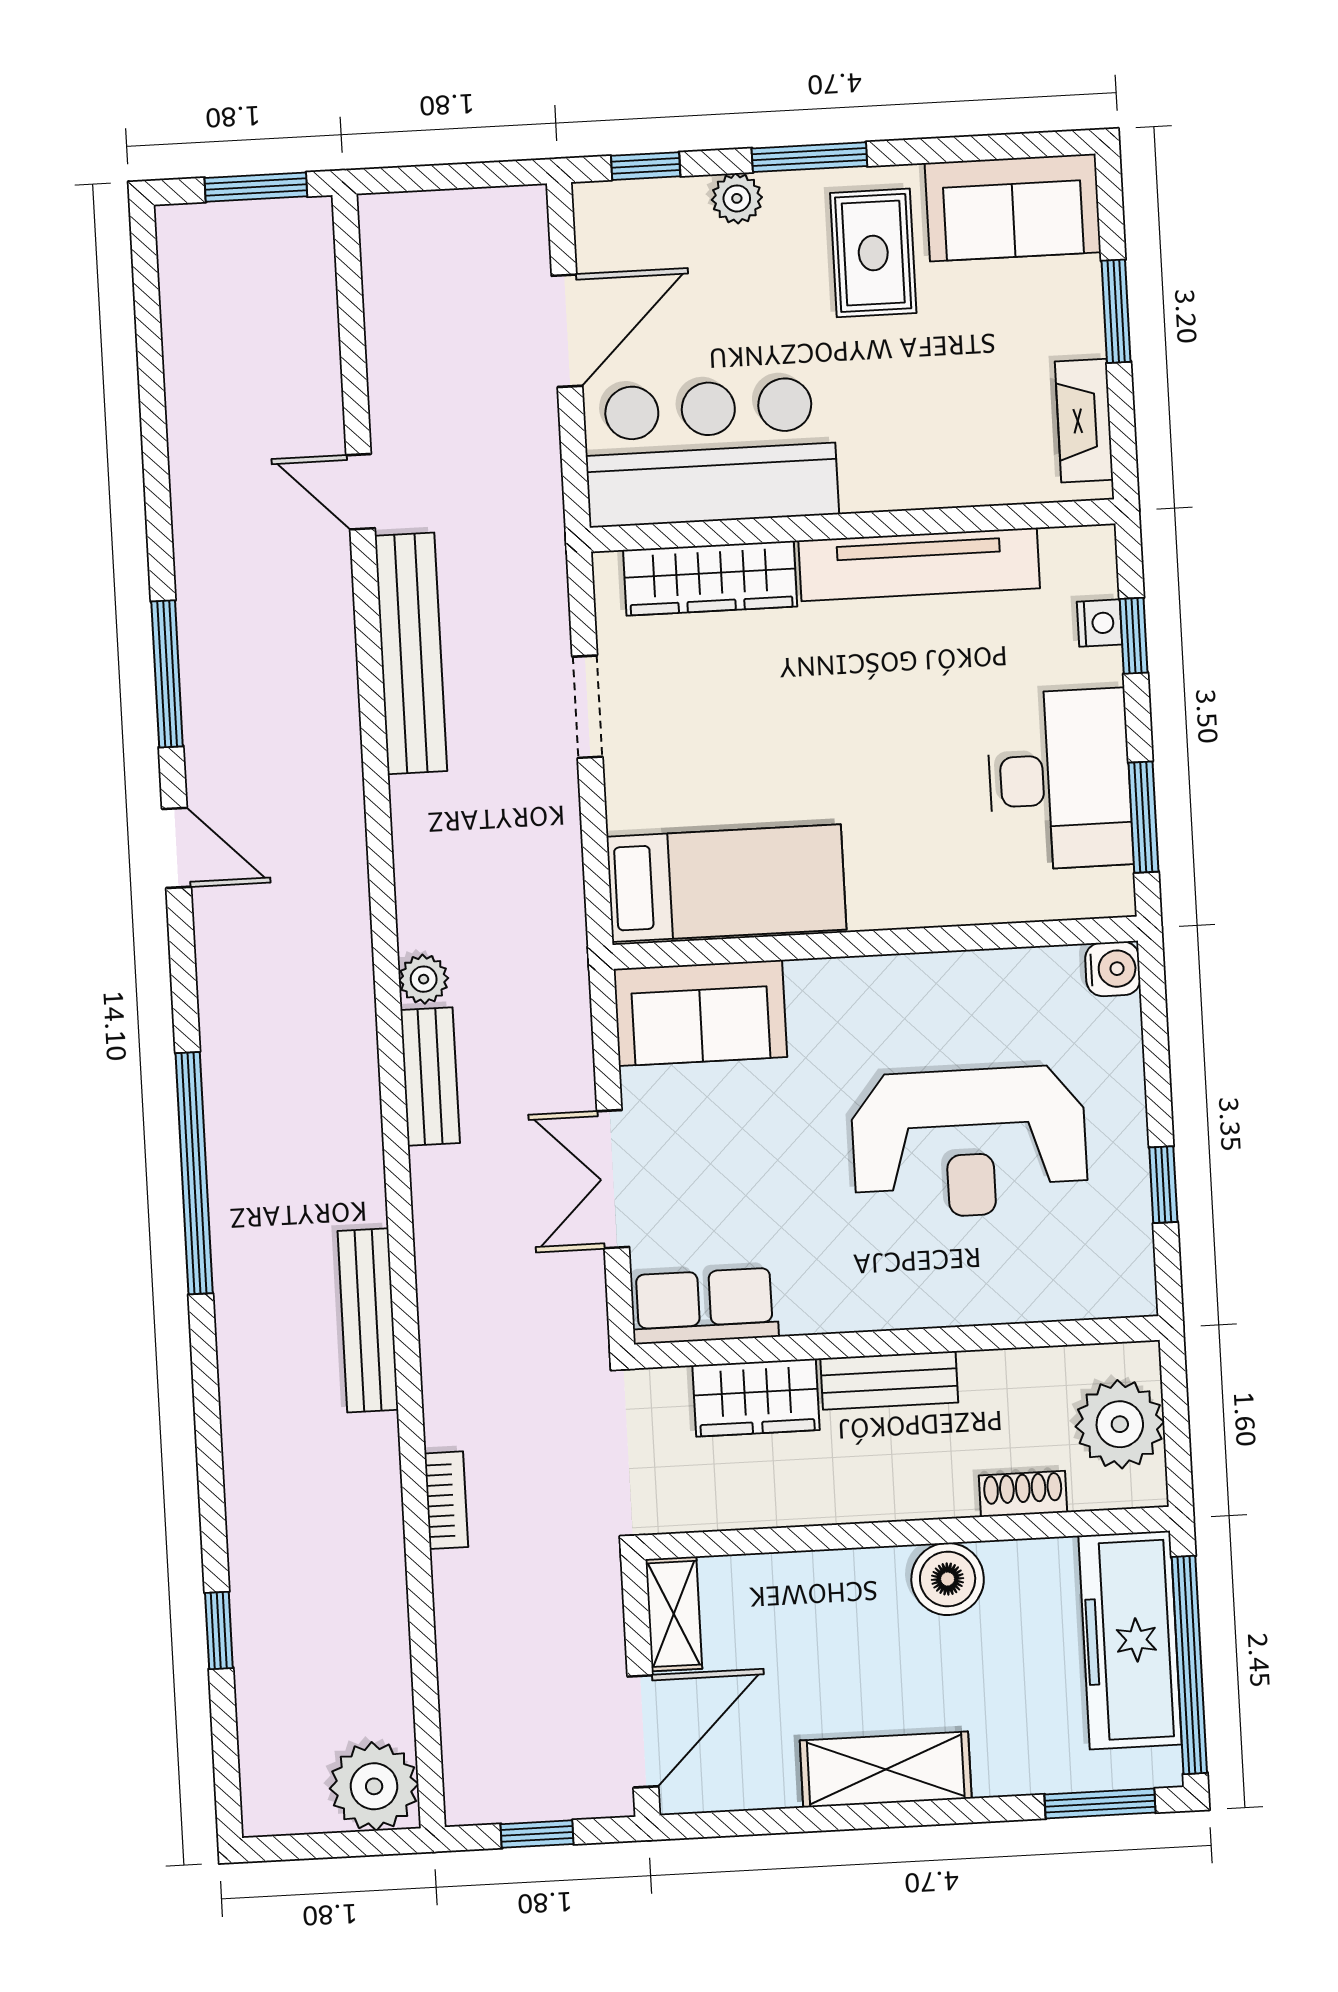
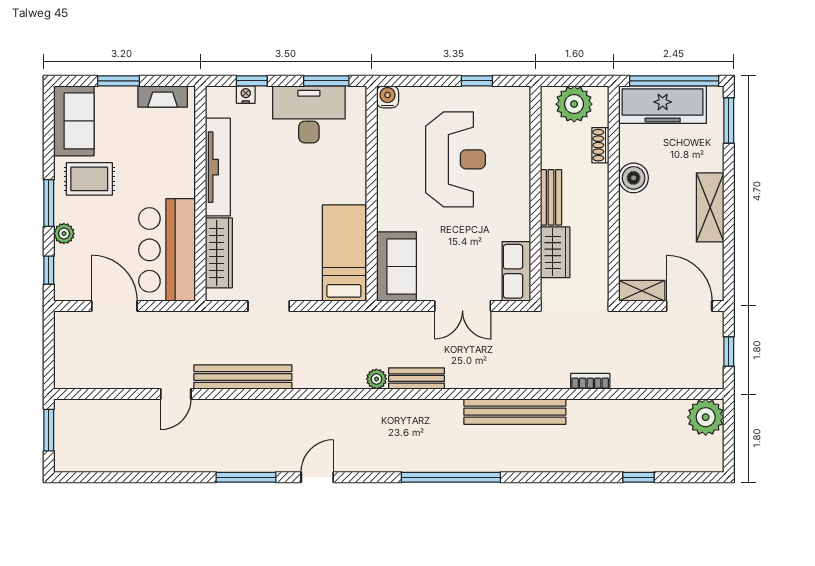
bench: (368, 1320) -> (515, 412), width x1.37, depth x1.21

